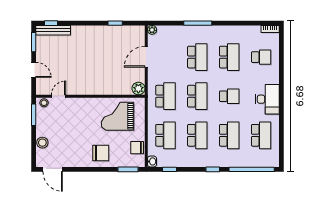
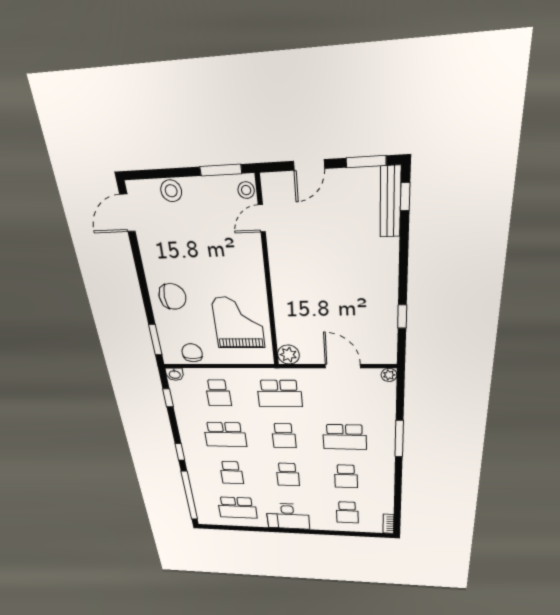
school desk: (229, 57) -> (346, 476), width x0.54
door: (59, 96) -> (262, 218), swing flipped
school desk: (197, 96) -> (284, 436), width x0.54
school desk: (165, 135) -> (218, 393), width x0.54
school desk: (229, 135) -> (231, 473), width x0.54
chair: (101, 153) -> (172, 296), turned -90

